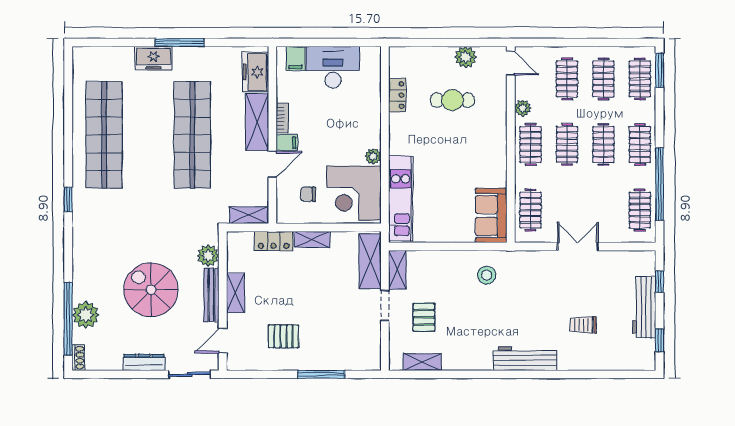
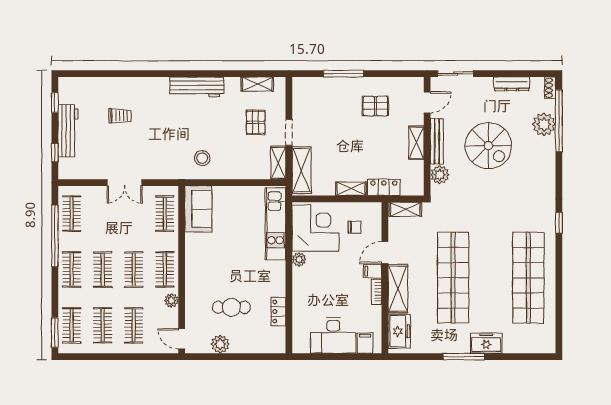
workbench: (525, 359) -> (197, 87), moved
dresser: (144, 362) -> (512, 84), moved

